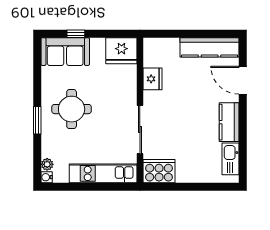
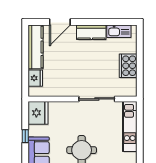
window: (76, 34) -> (25, 136), moved
fridge: (153, 79) -> (35, 78), moved, turned 90
cooker: (159, 171) -> (128, 66), moved

